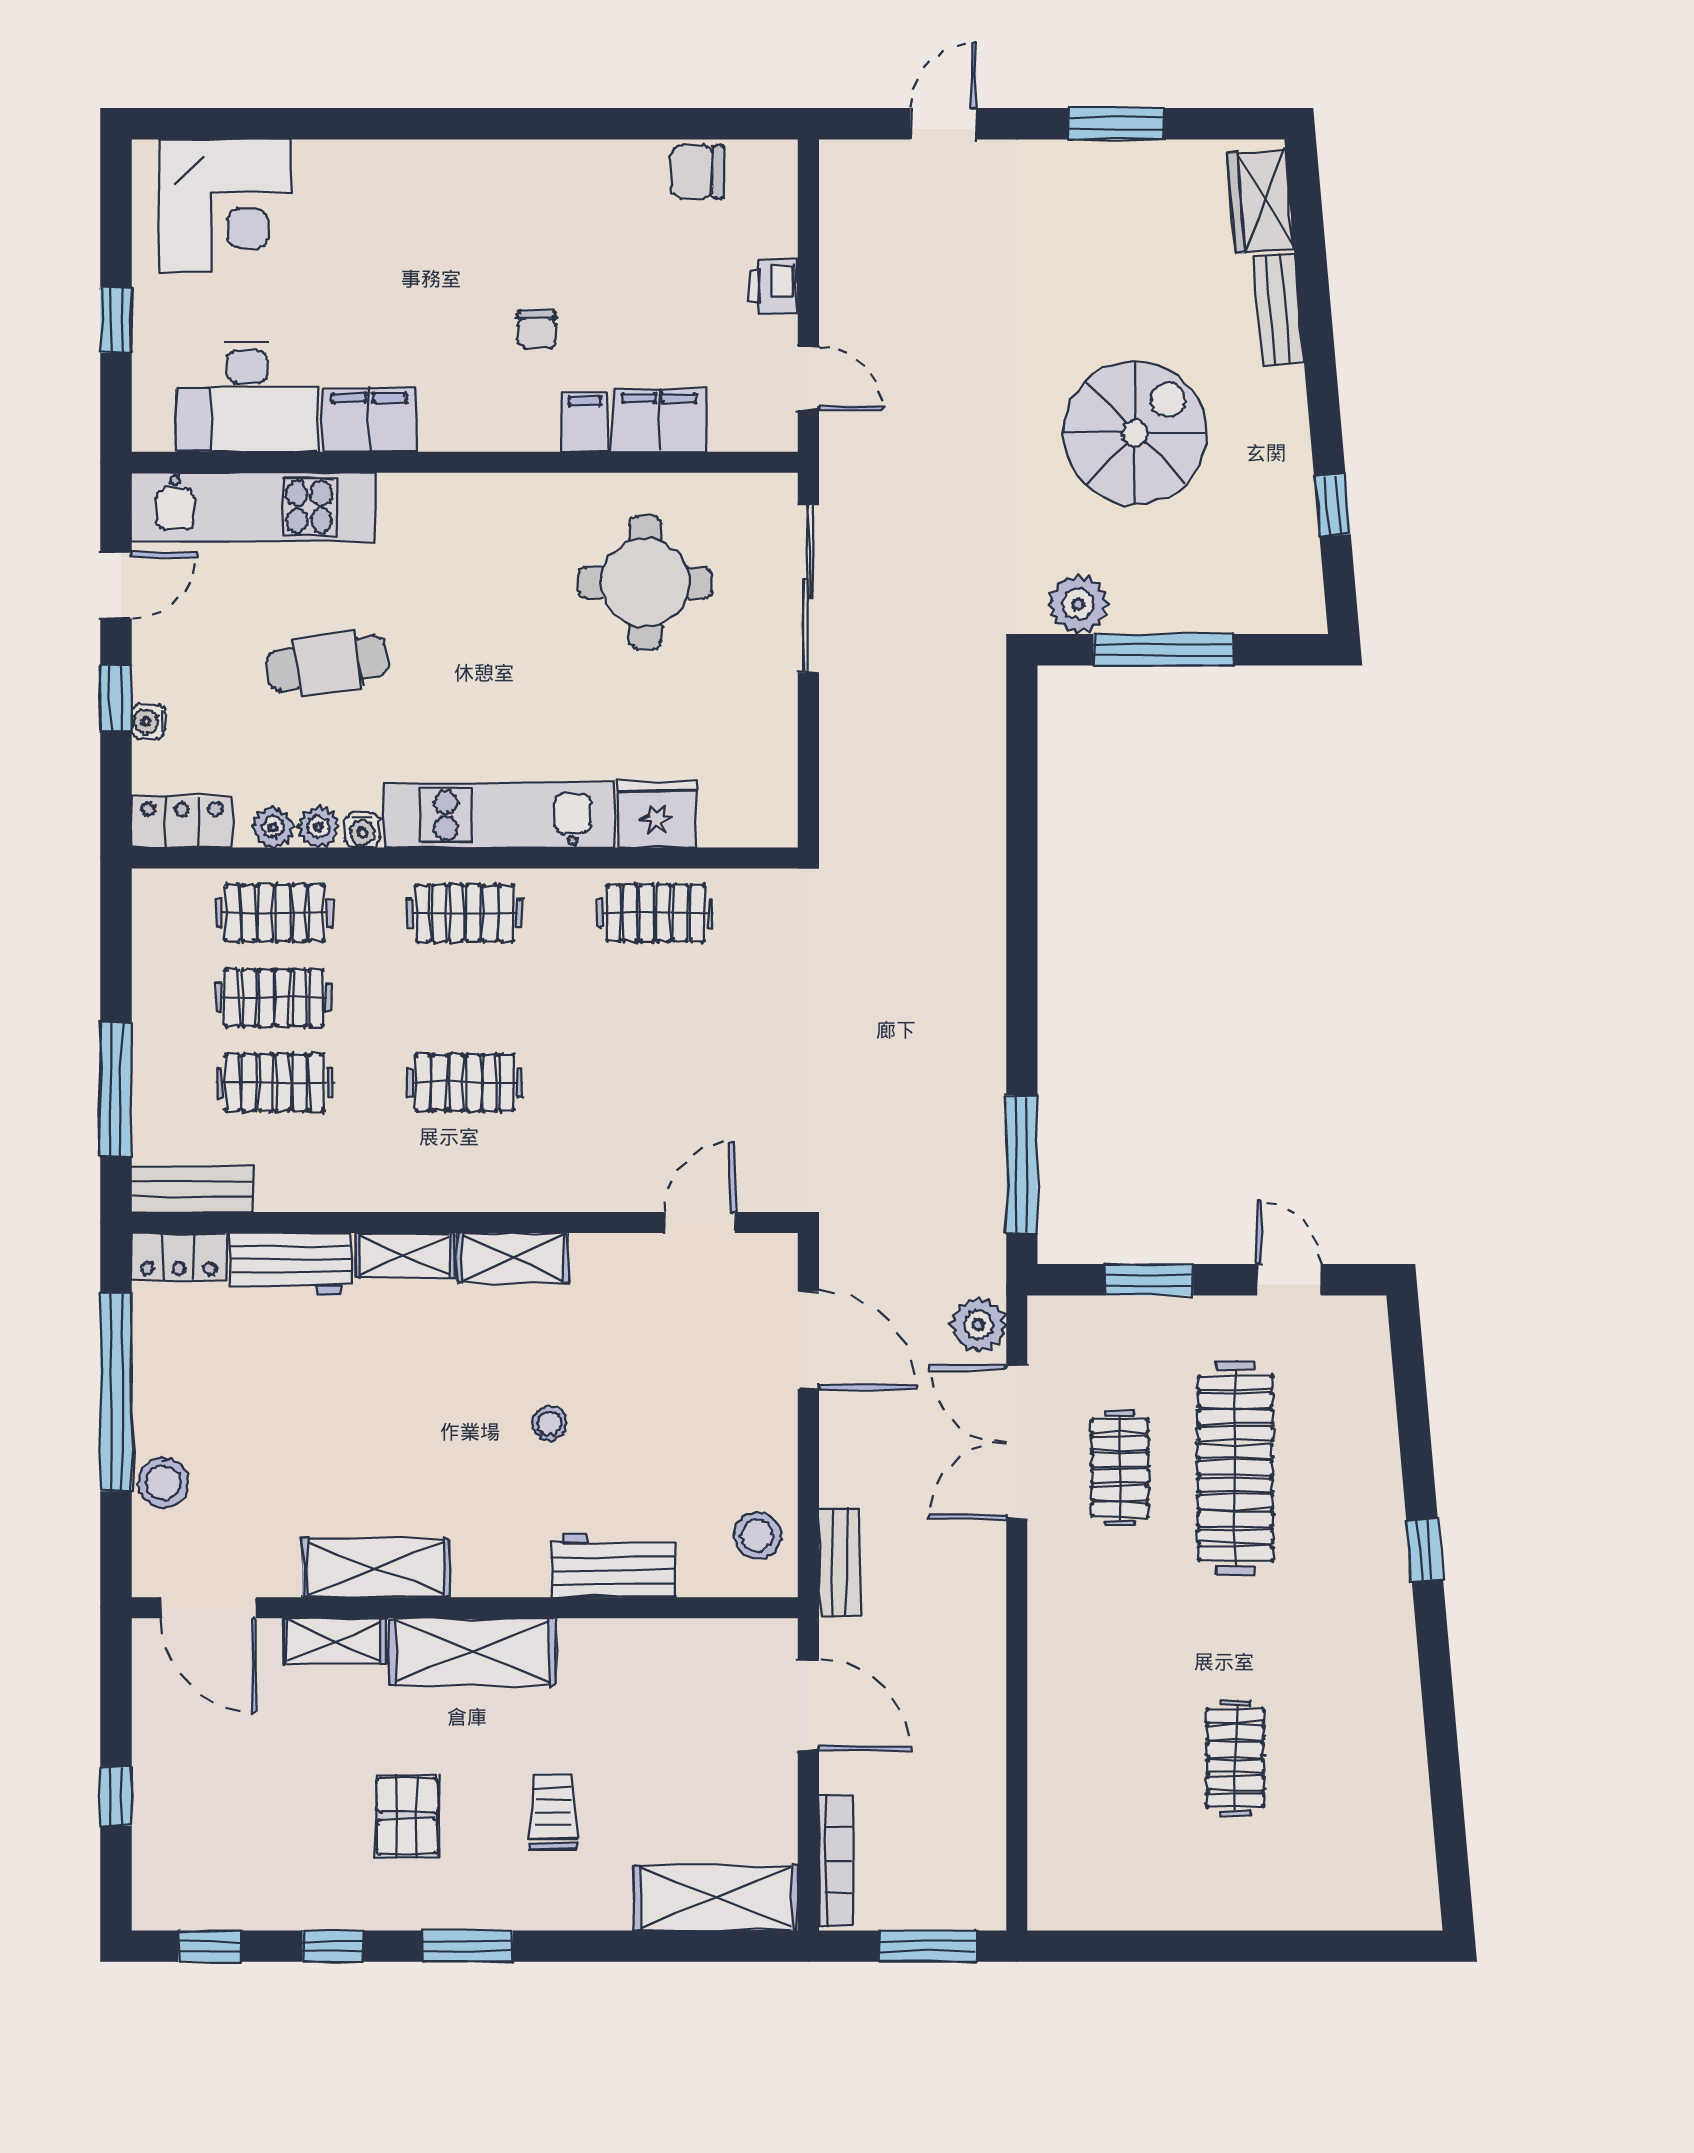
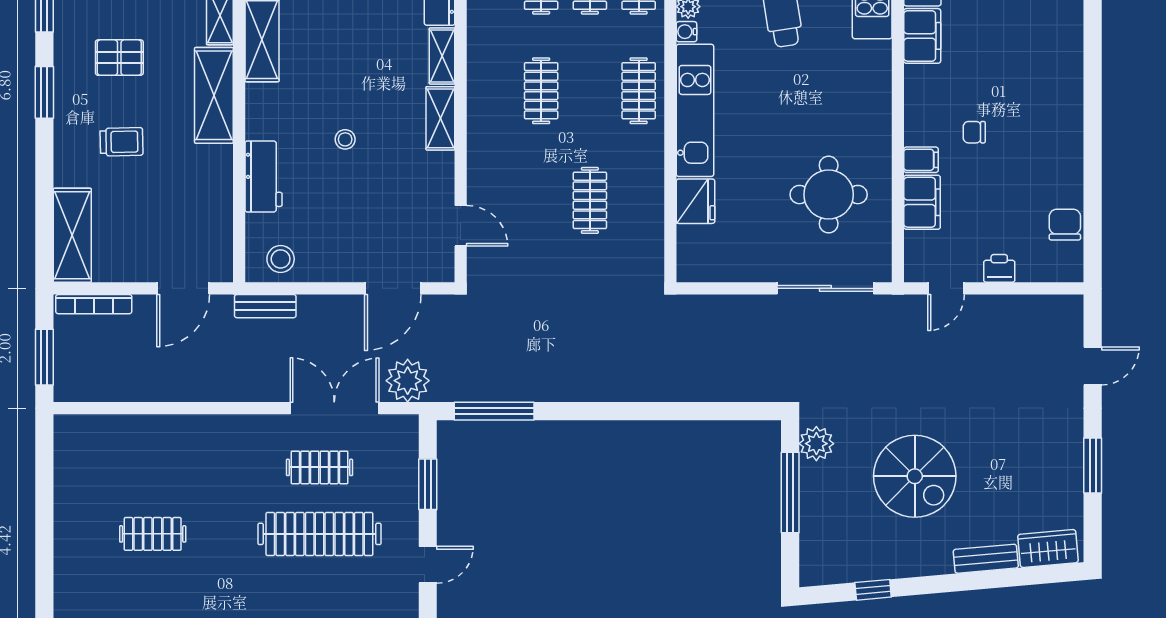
door: (943, 124) -> (1093, 366), hinge flipped
clothes rail: (655, 913) -> (590, 200), moved
plant: (979, 1325) -> (408, 381), width x1.36, depth x1.36

